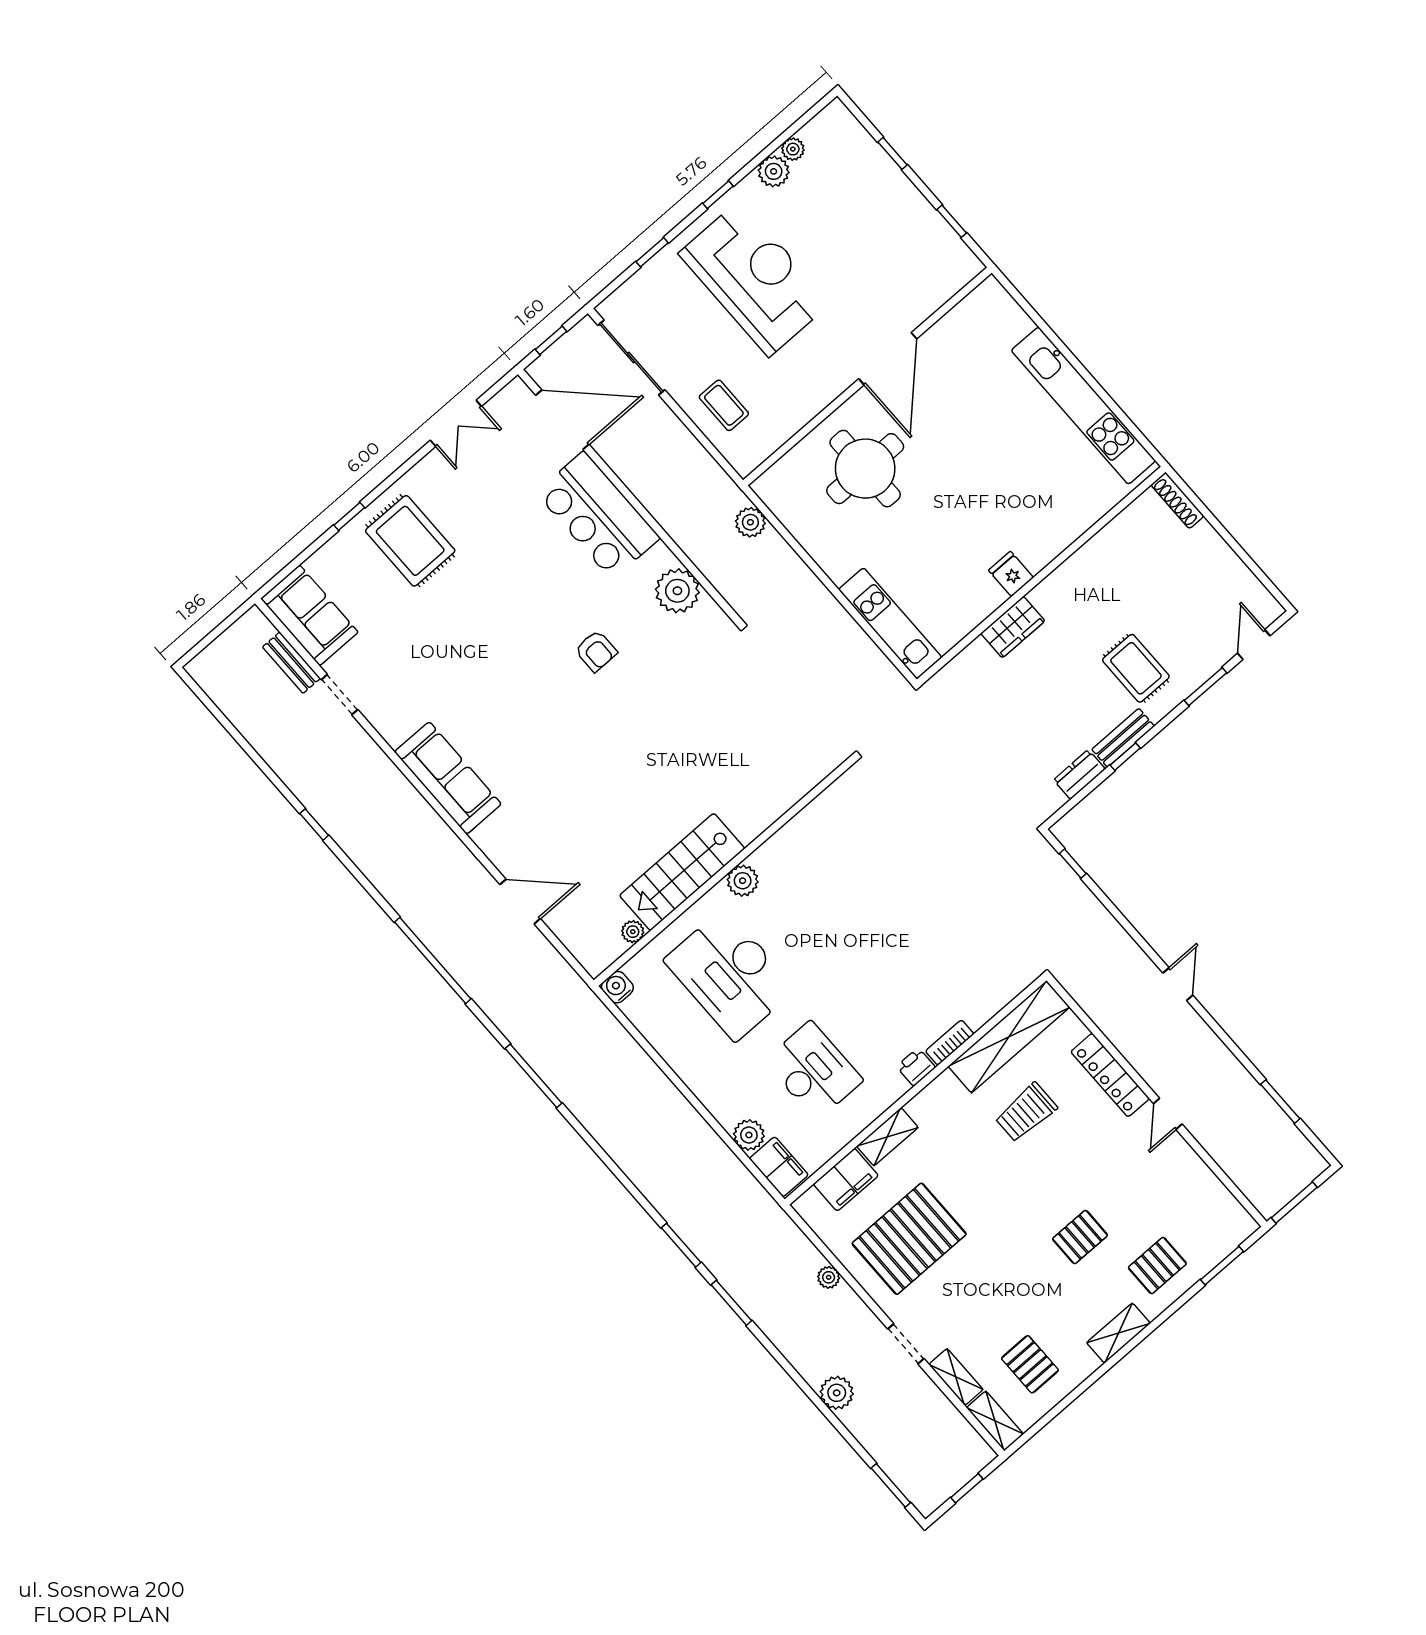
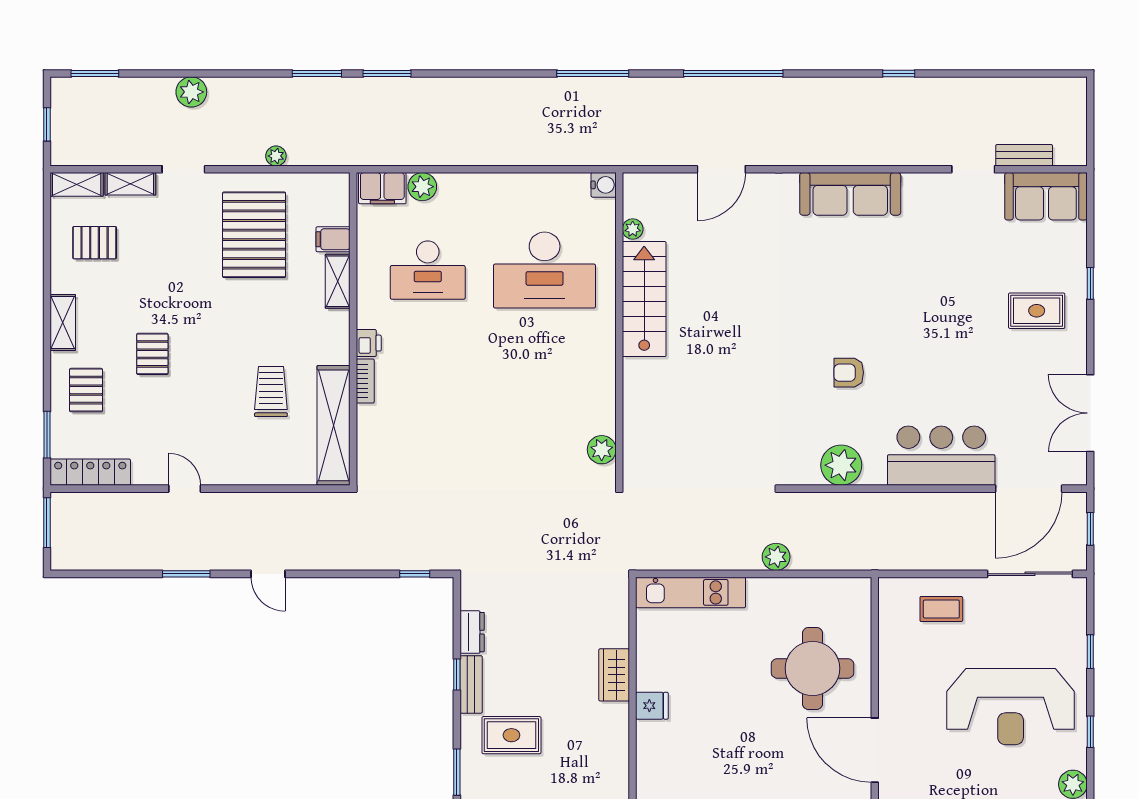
double door: (456, 423) -> (1090, 413), width x1.37
plant: (750, 522) -> (776, 557), moved
rug: (410, 541) -> (1037, 311), width x0.73, depth x0.70
plant: (743, 881) -> (602, 450), moved
desk: (730, 975) -> (545, 270), turned 180
locker: (1110, 1075) -> (90, 472), moved
window: (1280, 1102) -> (186, 574), moved
filing cabinet: (846, 1180) -> (333, 239), width x0.50

